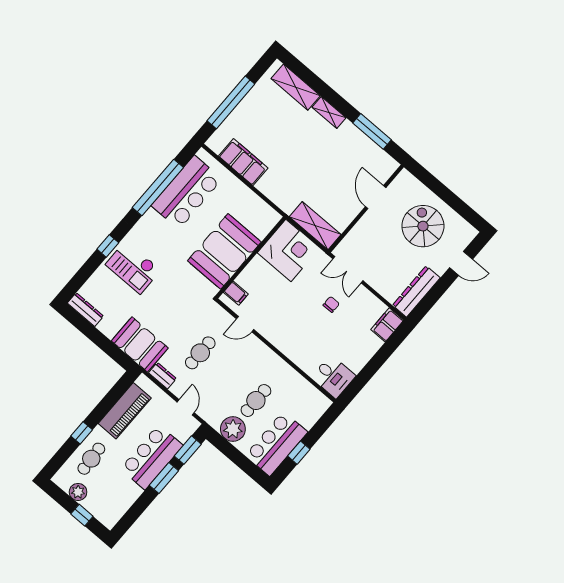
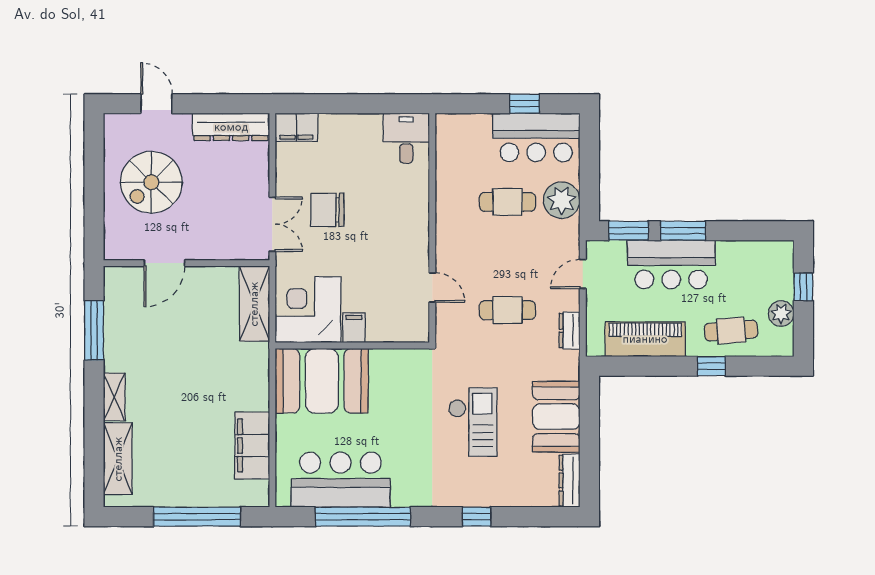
booth: (224, 251) -> (322, 381), moved
checkout: (133, 267) -> (473, 422), moved
filing cabinet: (236, 293) -> (354, 328), moved
chair: (331, 304) -> (327, 210), width x1.87, depth x1.87
booth: (140, 344) -> (556, 417), moved

